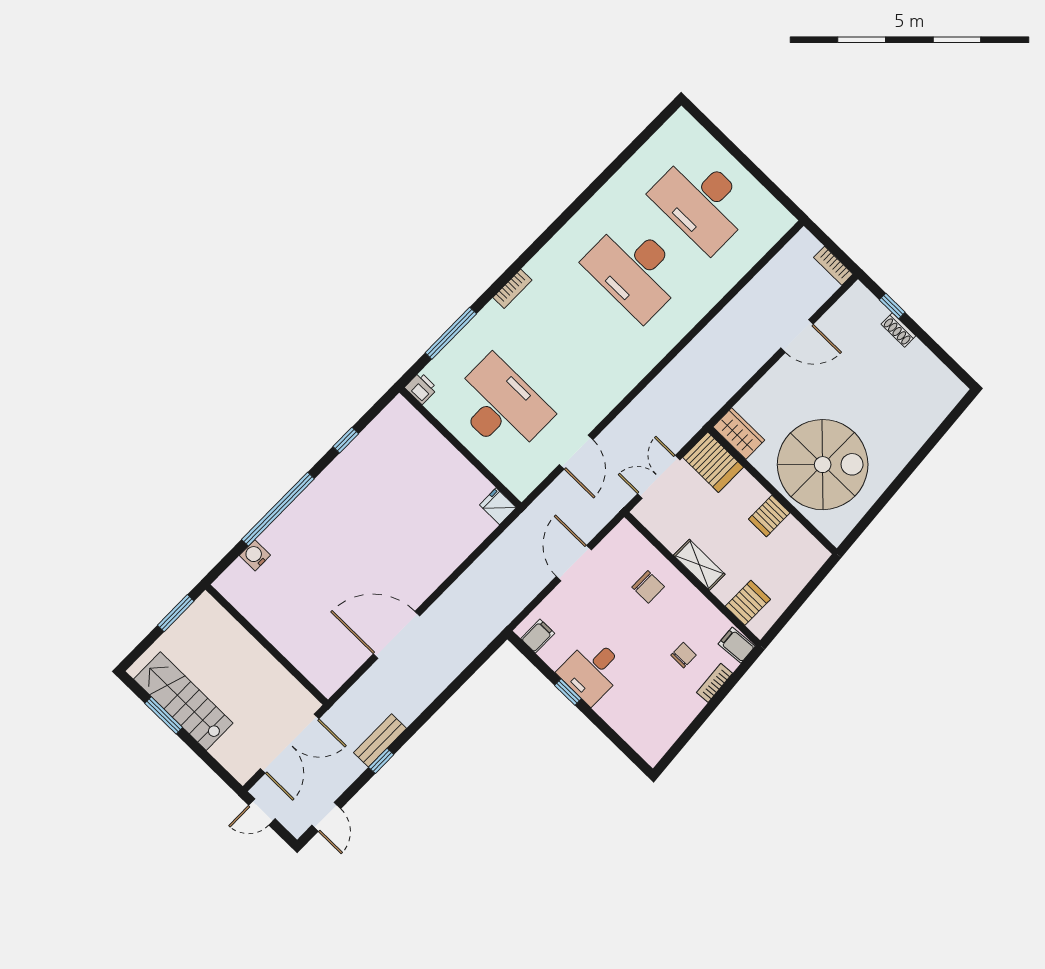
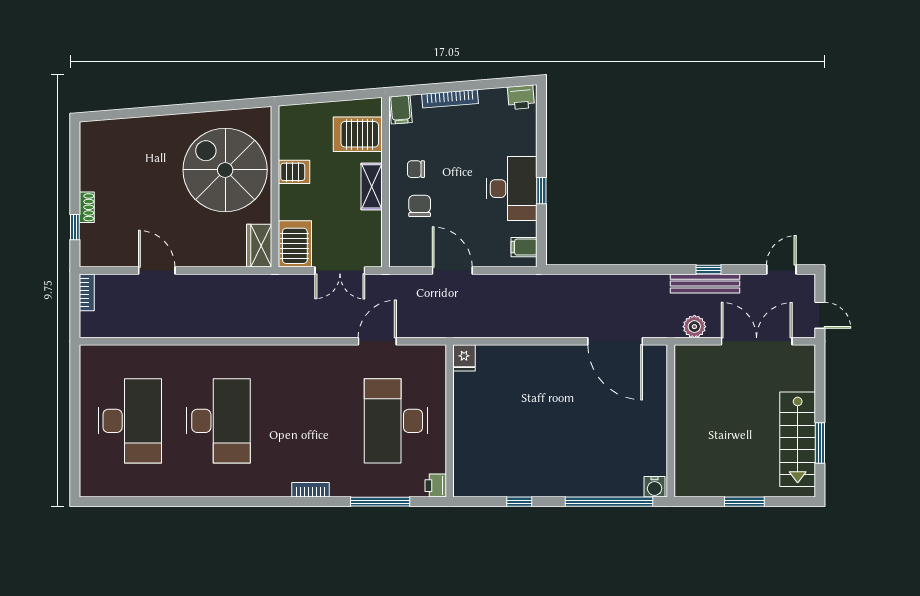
door: (574, 563) -> (452, 271), swing flipped
server rack: (748, 603) -> (358, 134), width x1.36, depth x1.44
wall: (267, 645) -> (671, 421), moved
chair: (684, 655) -> (416, 169), moved
desk: (592, 671) -> (512, 189), width x1.37
bookcase: (715, 683) -> (450, 99), width x1.56
plant: (348, 707) -> (694, 327), added
bench: (380, 740) -> (705, 284), width x1.36
printer: (655, 747) -> (521, 97), added

